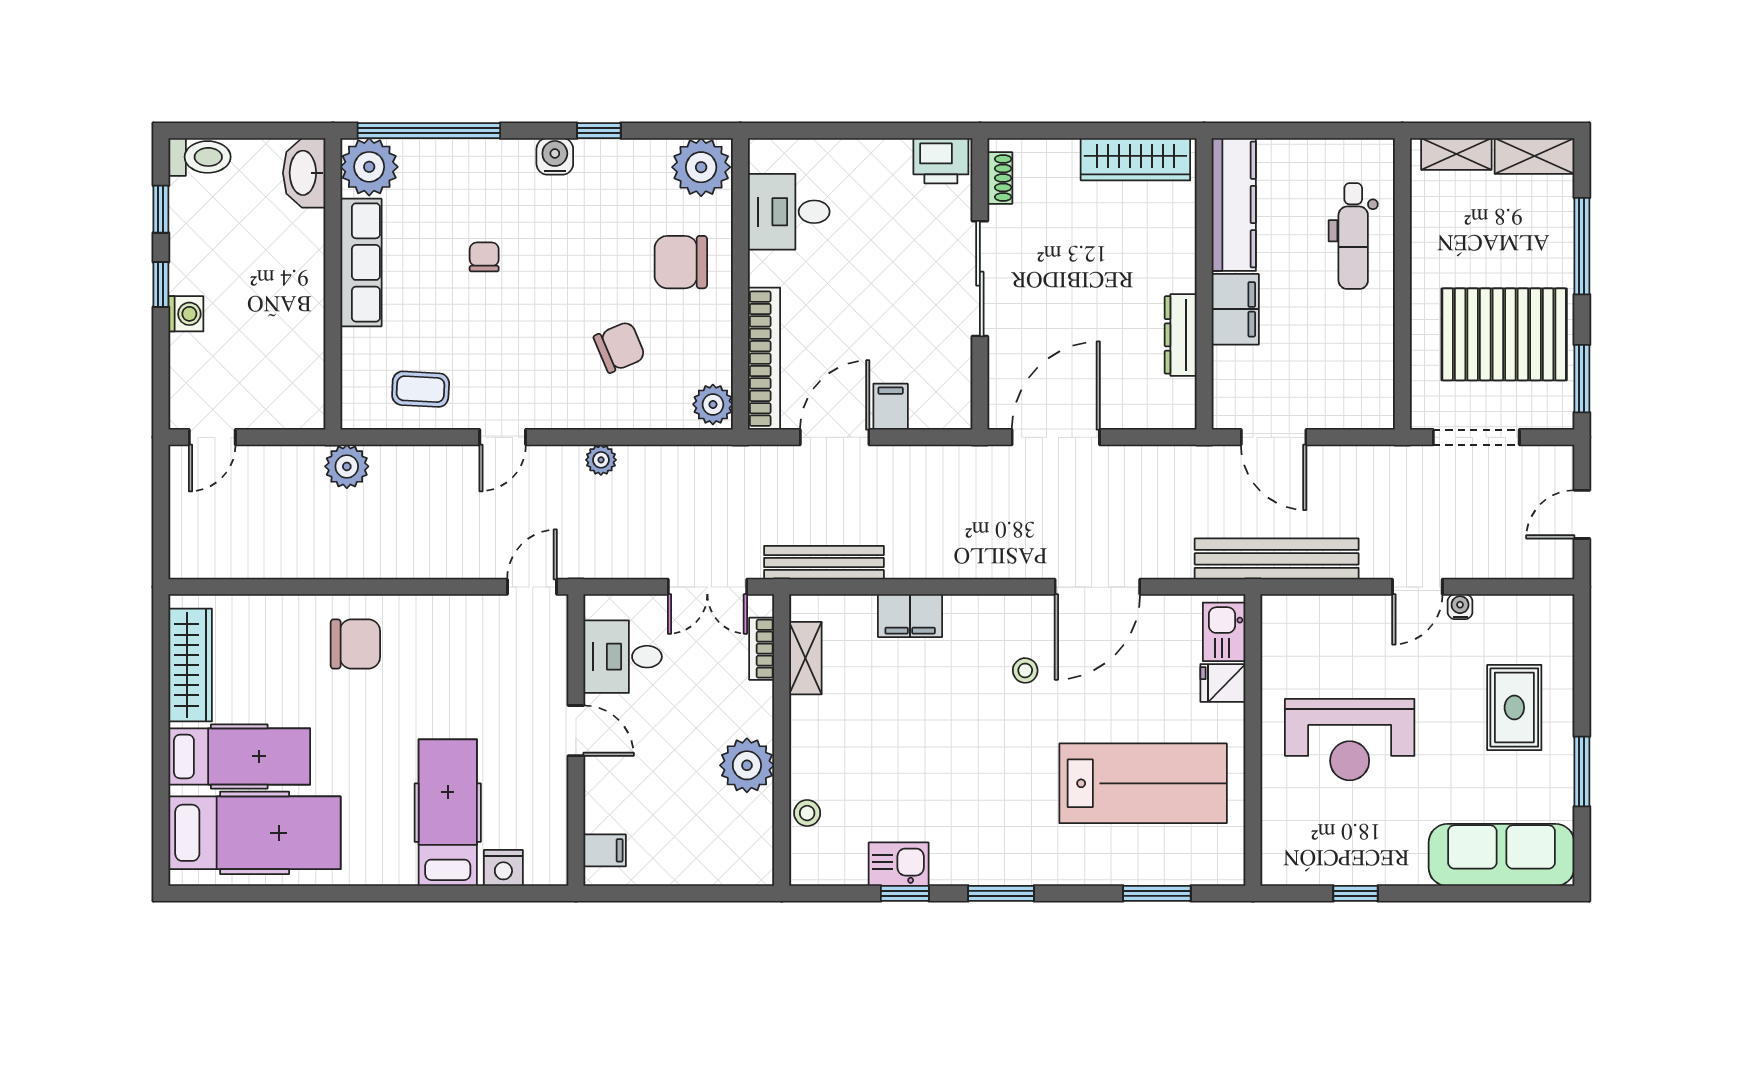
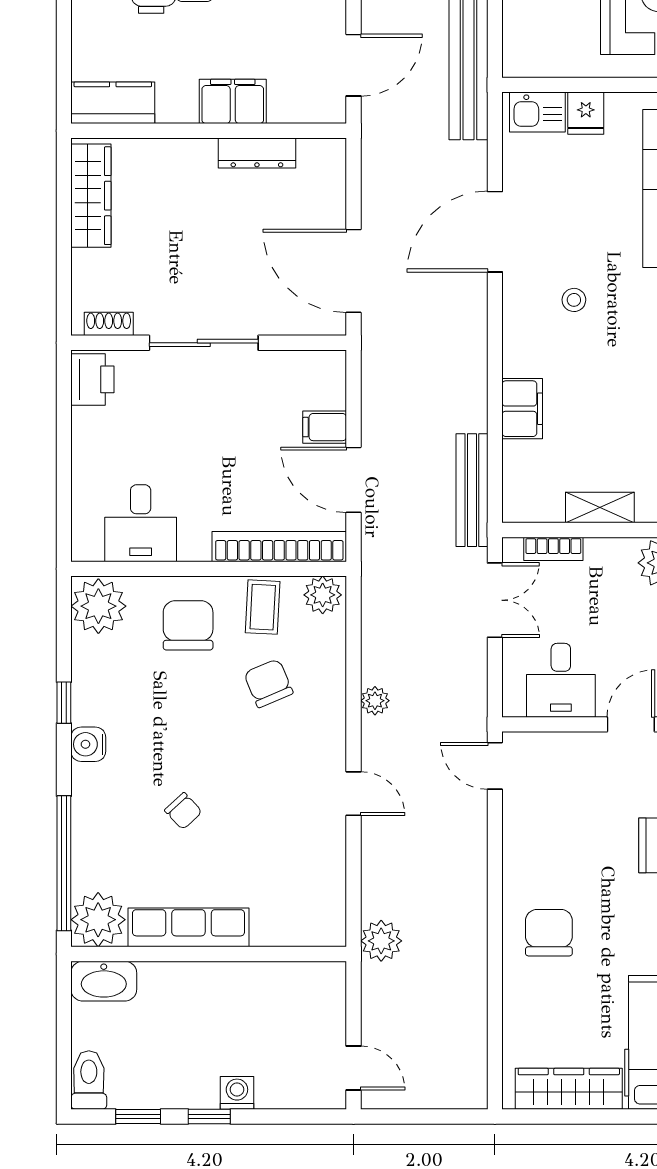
kitchen counter: (1234, 204) -> (113, 103), width x0.67
chair: (484, 257) -> (183, 811), turned -133
chair: (681, 262) -> (188, 625), turned 180
coffee table: (421, 389) -> (263, 607), moved
door: (1097, 587) -> (495, 232), swing flipped
shelving: (805, 658) -> (600, 508), moved

